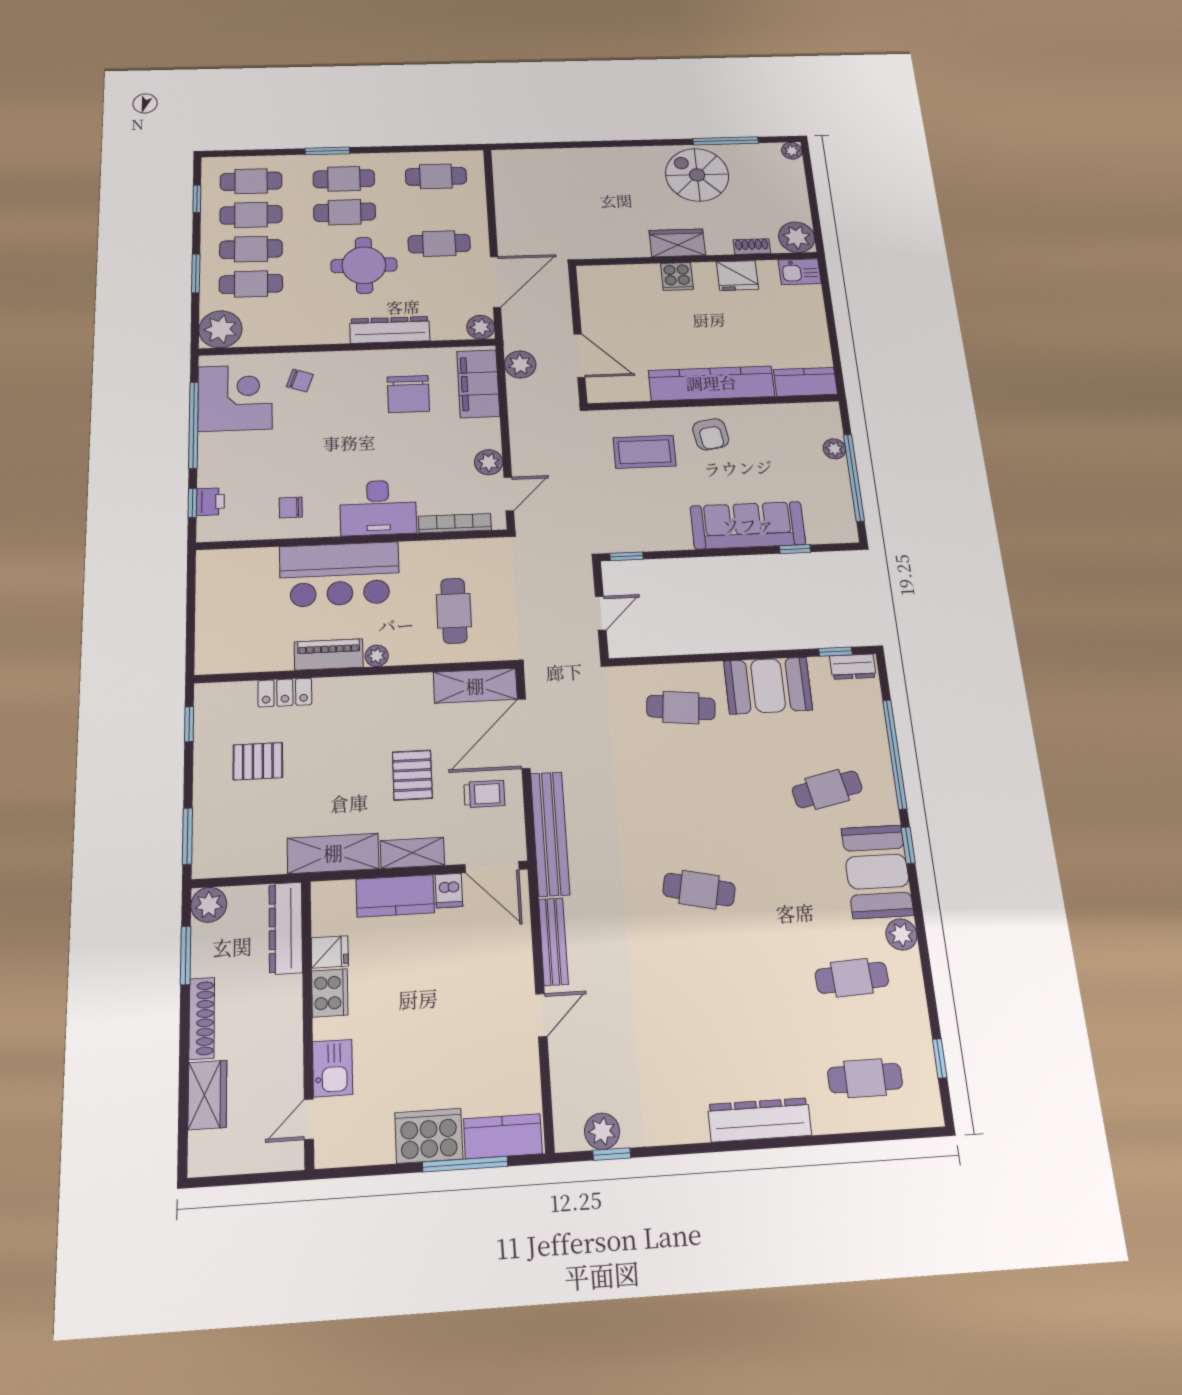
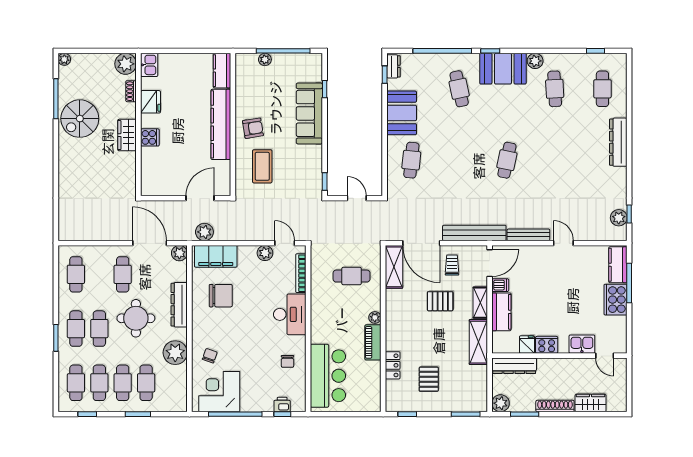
plant: (220, 329) -> (175, 353), moved
bar counter: (340, 574) -> (328, 376), moved

